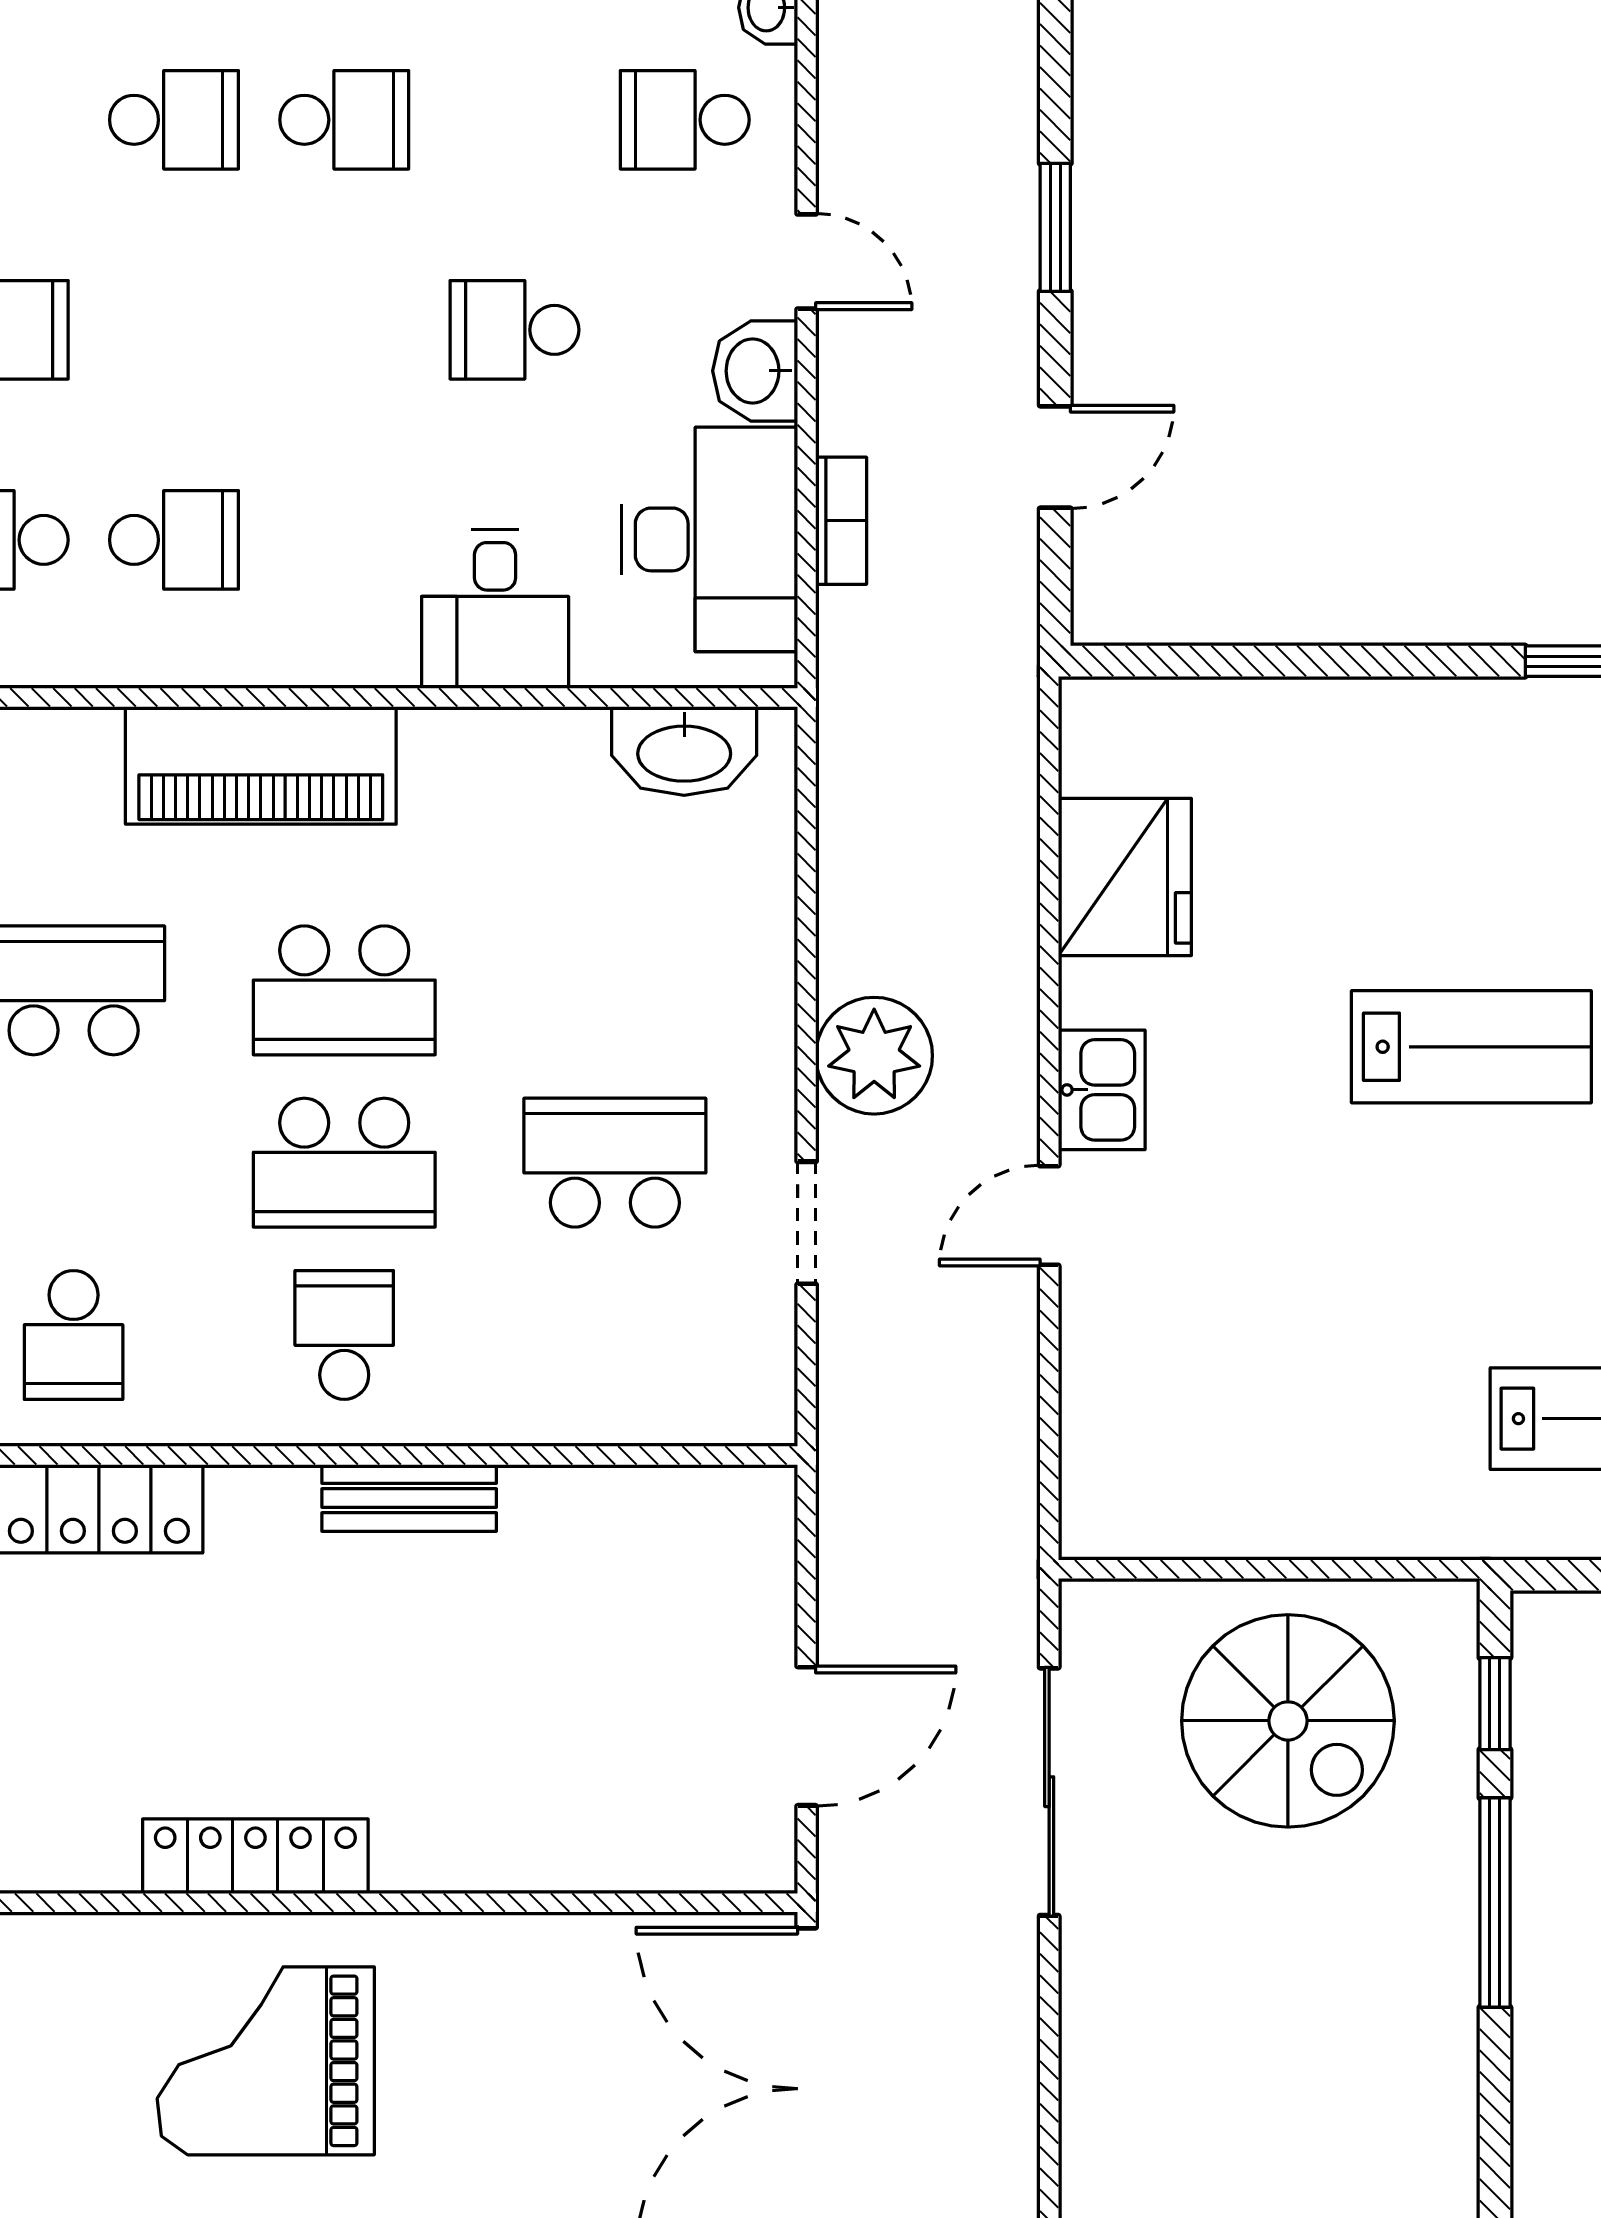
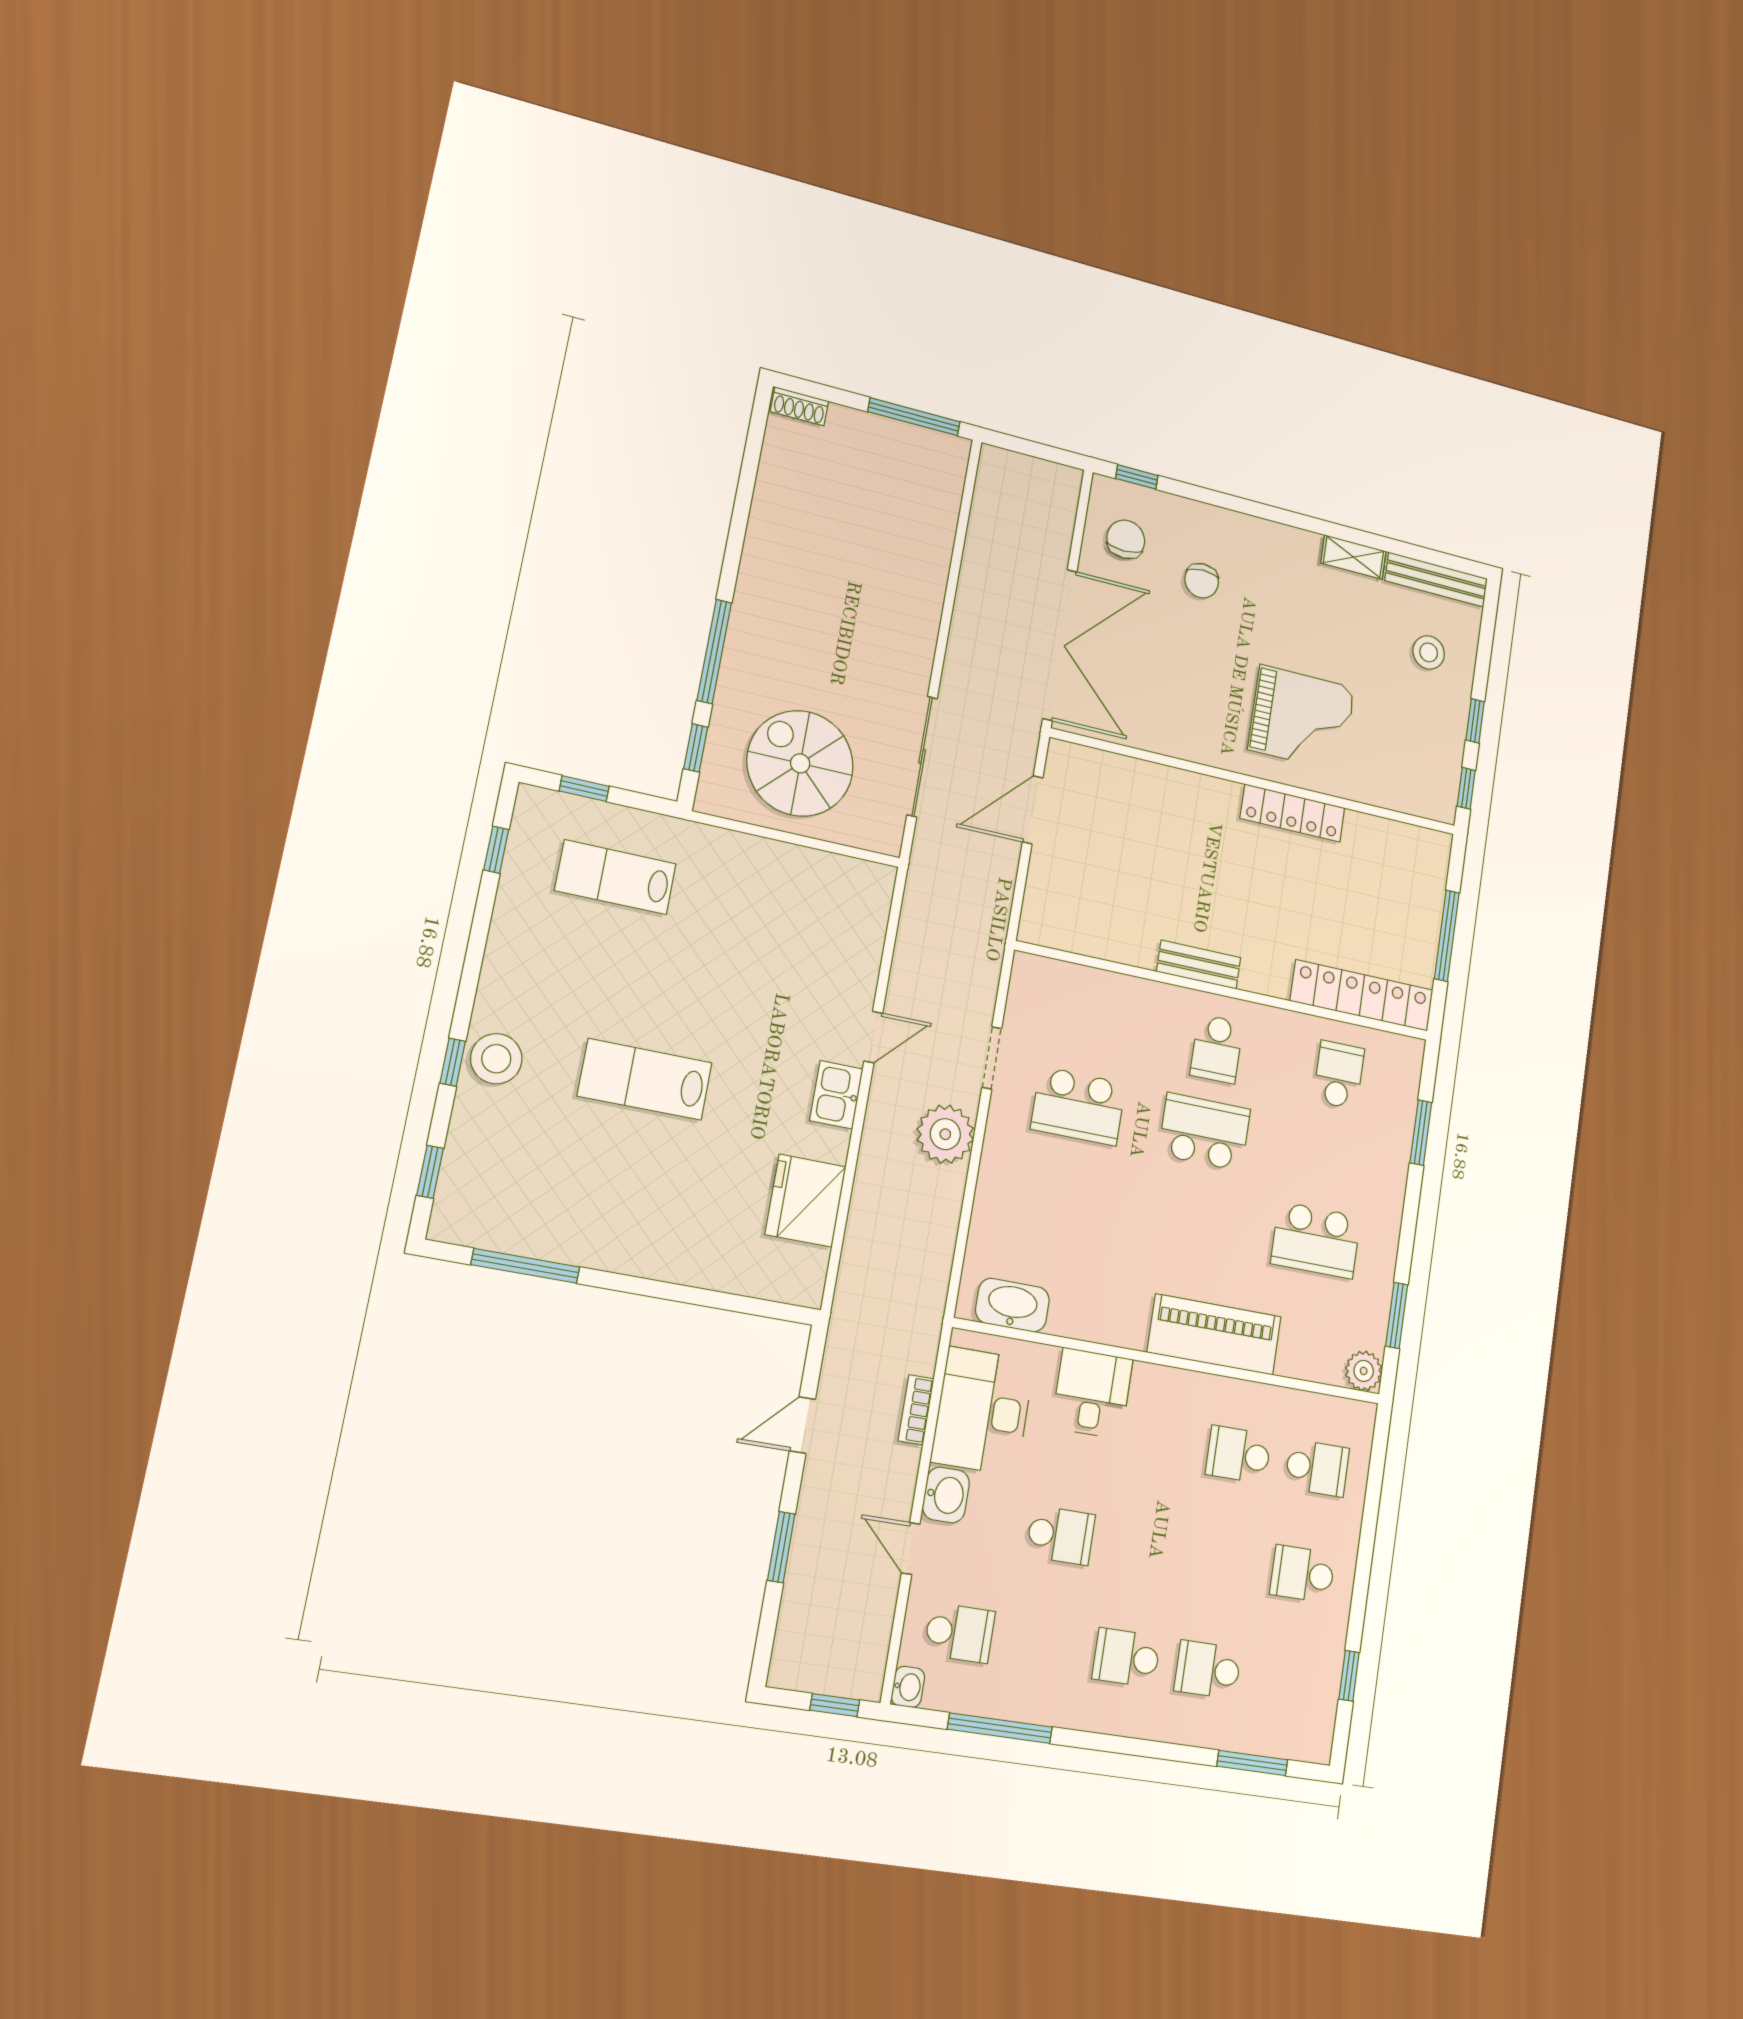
school desk: (344, 990) -> (1192, 1216), removed

